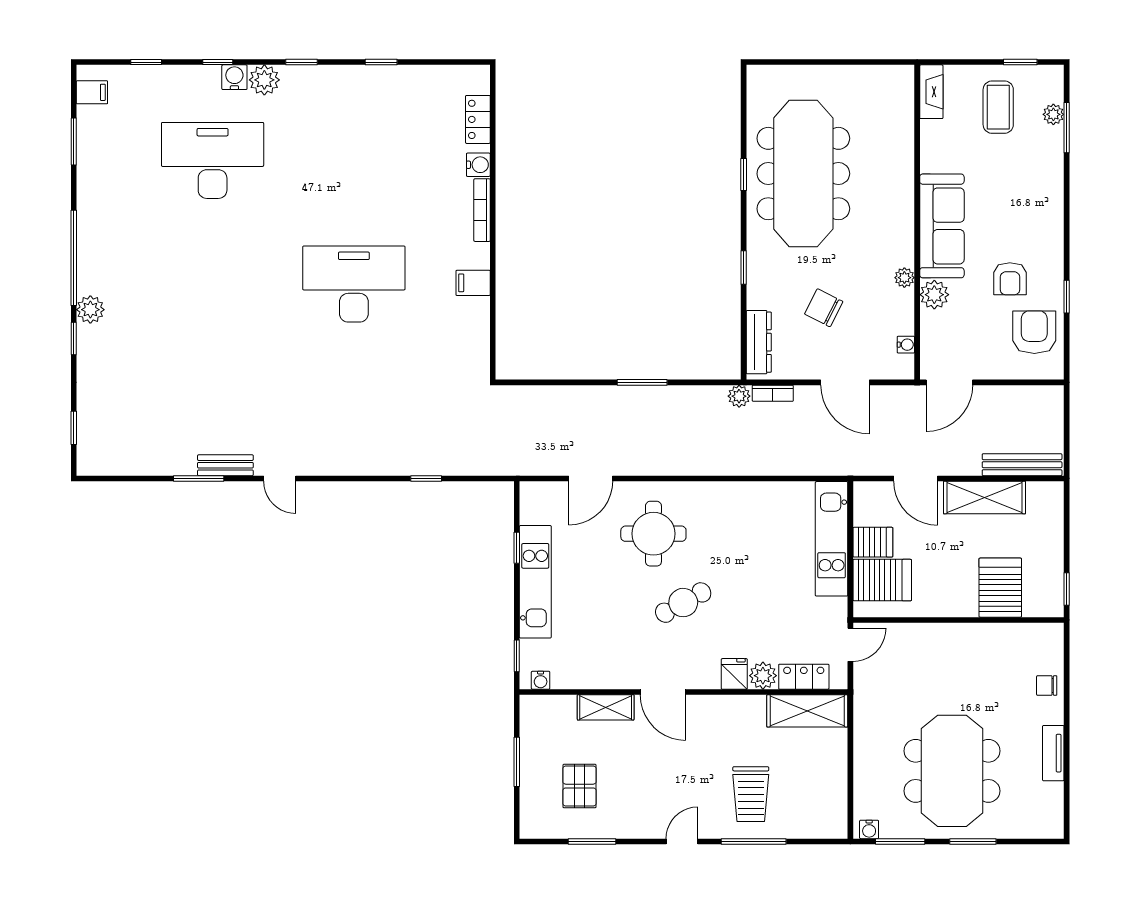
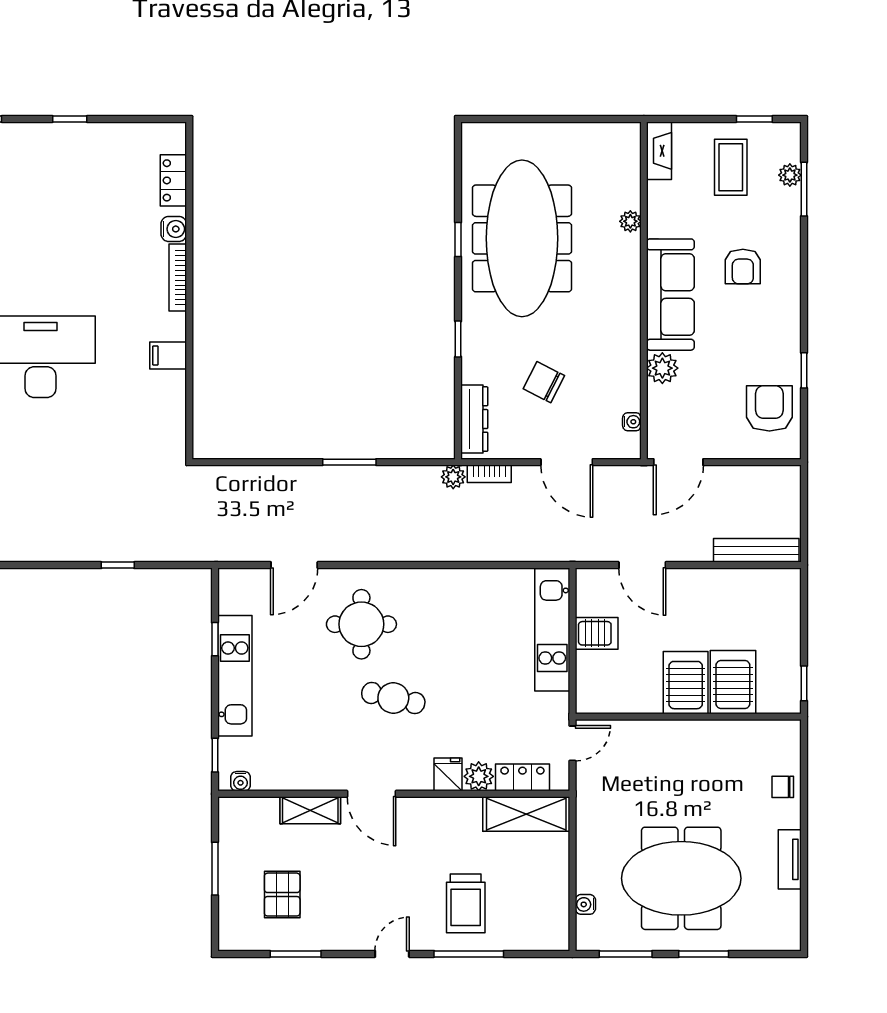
plant: (904, 278) -> (630, 221), moved
armchair: (1010, 279) -> (743, 267), moved
shelving: (984, 498) -> (716, 585), removed
server rack: (882, 580) -> (686, 683), moved, turned -90
cafe table: (683, 603) -> (393, 698), turned 42
meeting table: (952, 771) -> (681, 878), turned 90
water cooler: (869, 829) -> (585, 904), moved, turned 90

